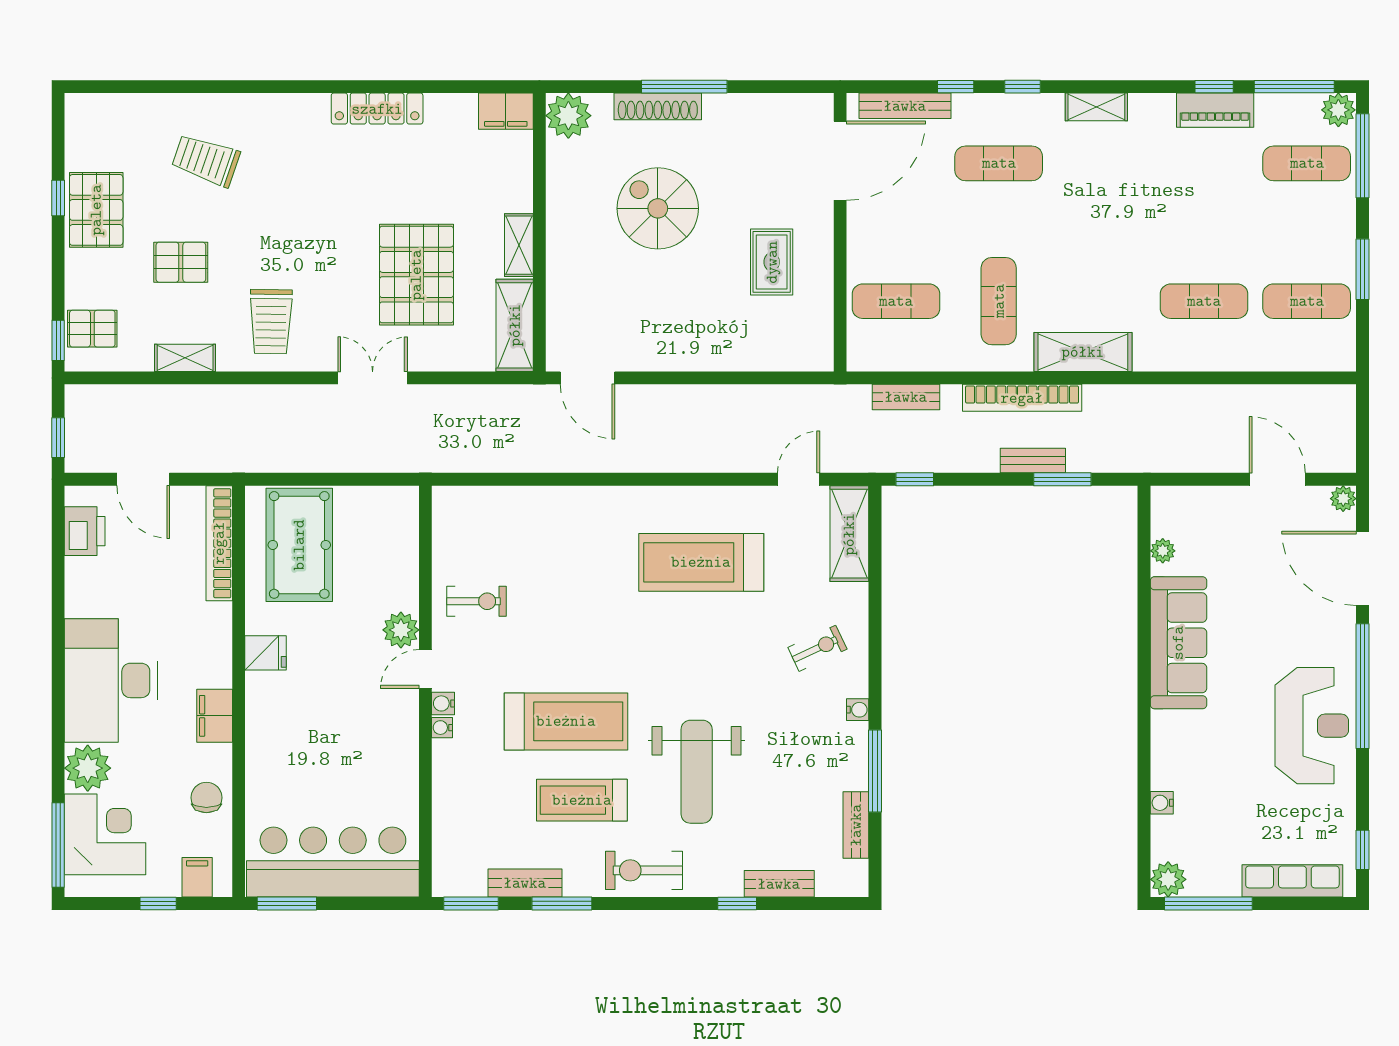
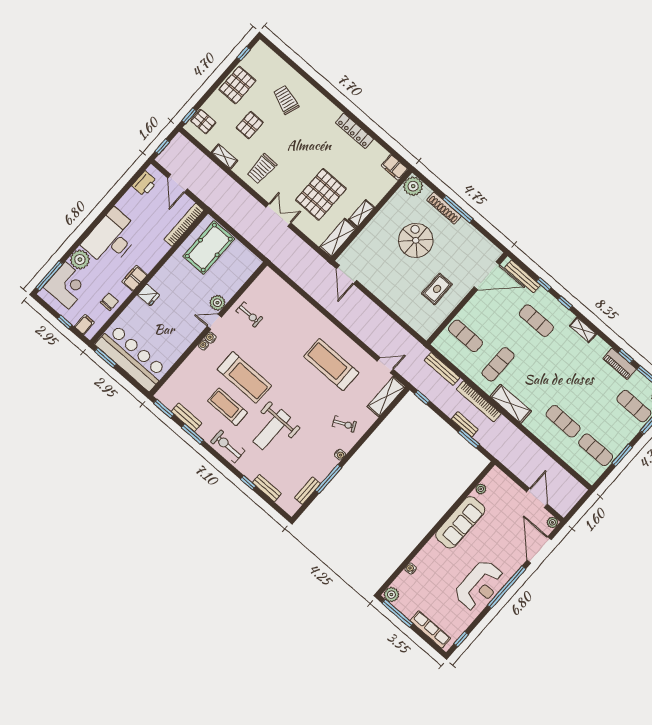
window: (58, 198) -> (244, 54), moved
pallet: (181, 262) -> (250, 125), turned 90
bench: (906, 397) -> (442, 369), width x1.36
fridge: (266, 653) -> (148, 295), moved

